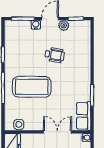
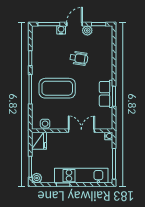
row of seats: (84, 116) -> (106, 94), moved

